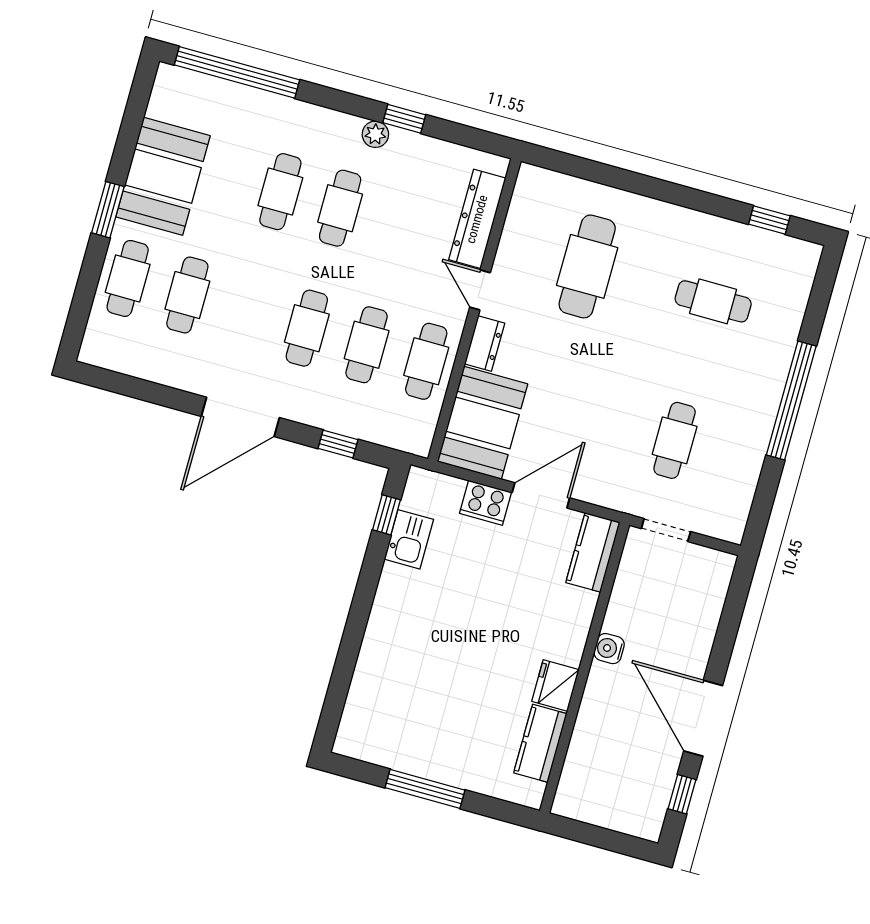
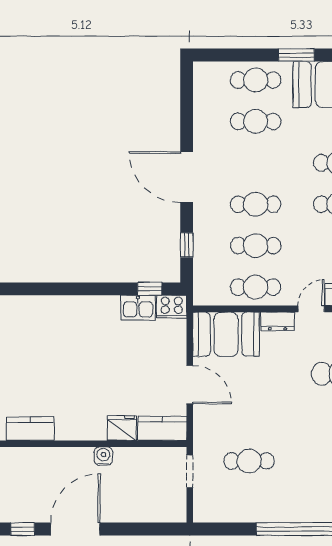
cooker: (485, 503) -> (172, 307), moved, turned -90
fridge: (555, 685) -> (122, 428), moved

